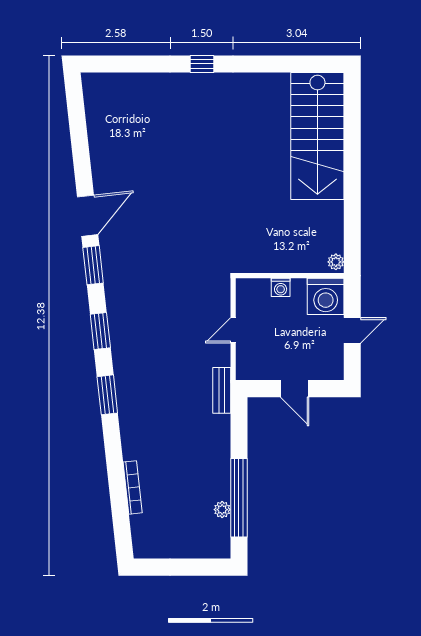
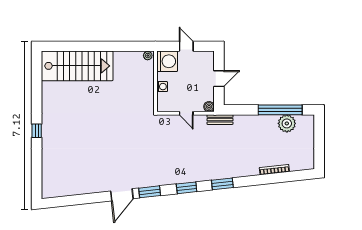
door: (88, 216) -> (122, 195), swing flipped
boiler: (245, 371) -> (209, 107), added
plant: (222, 510) -> (287, 123), width x1.87, depth x1.87

